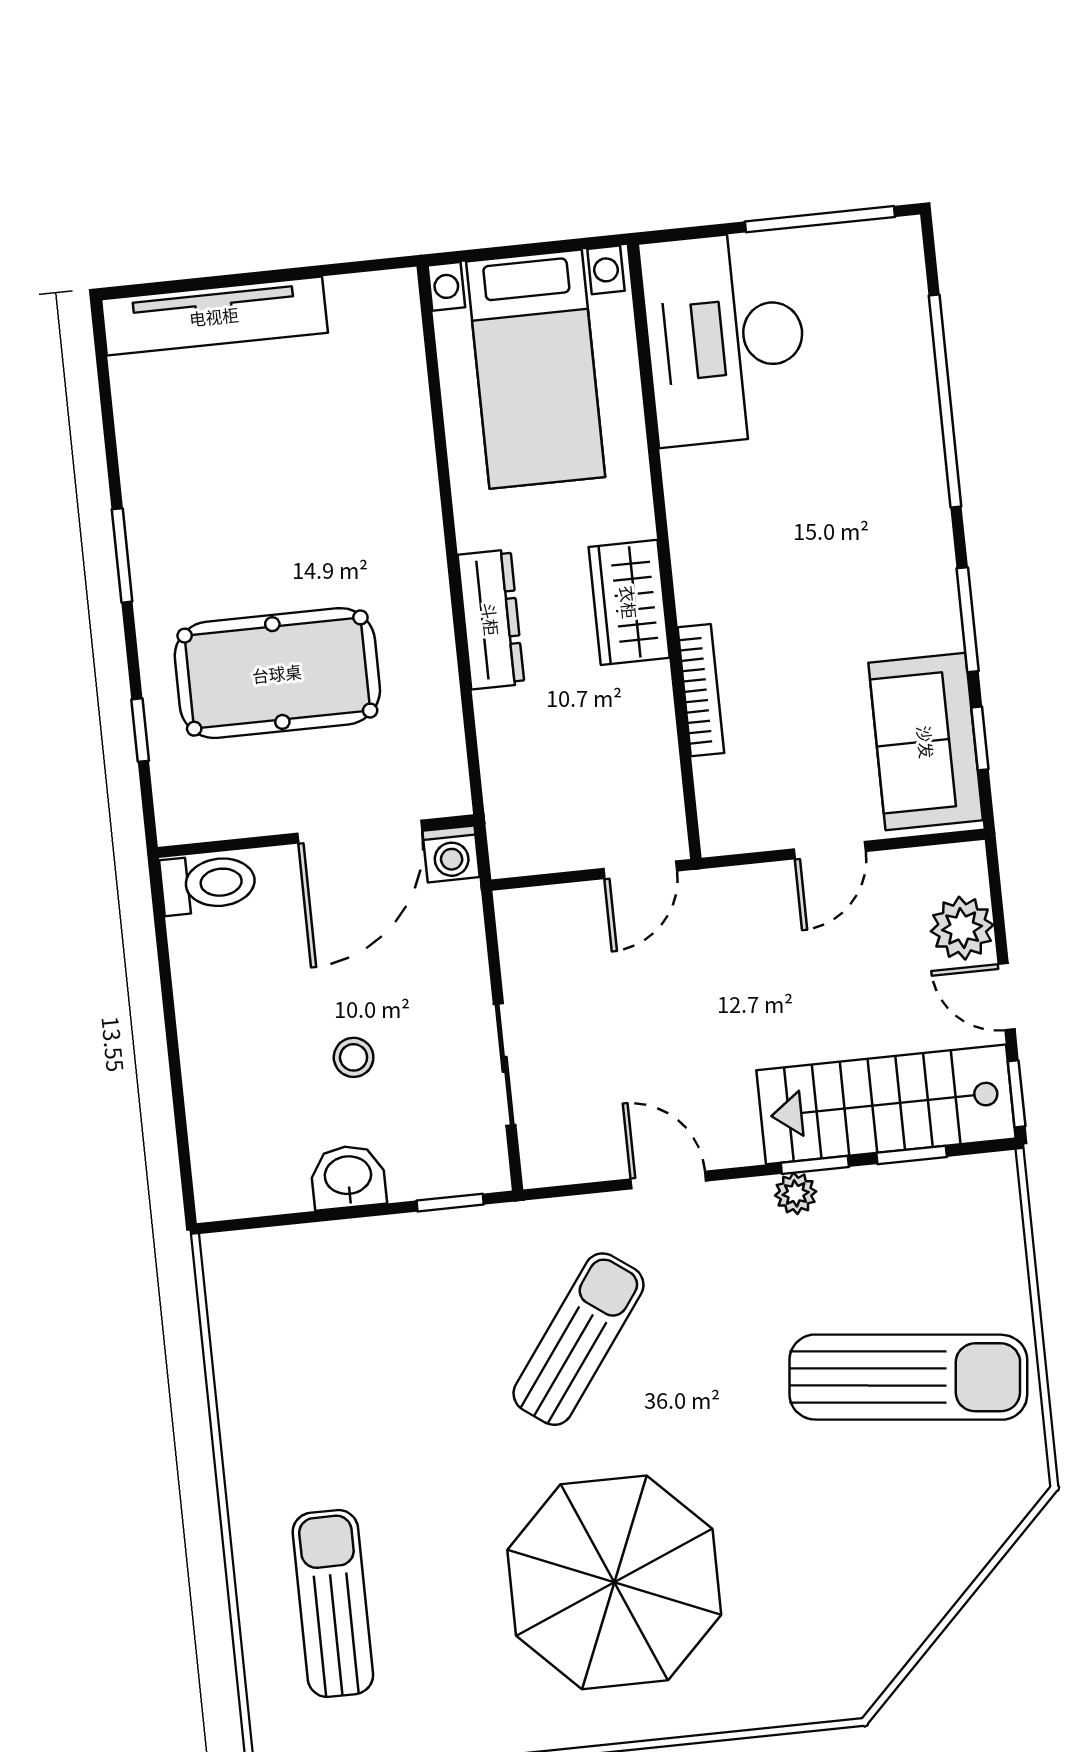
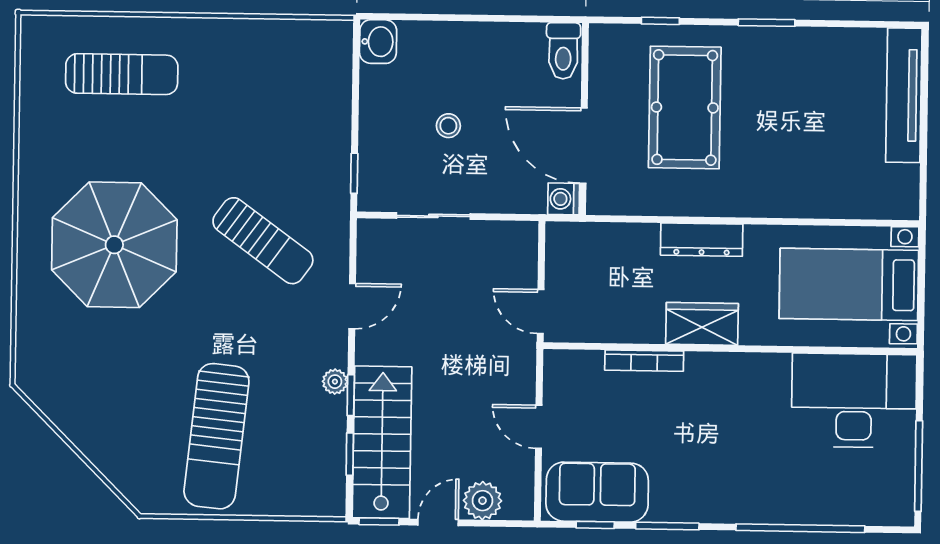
washbasin: (348, 1177) -> (378, 42), moved

